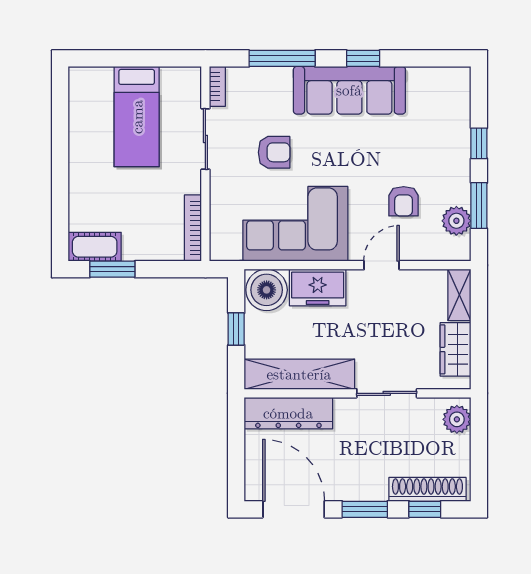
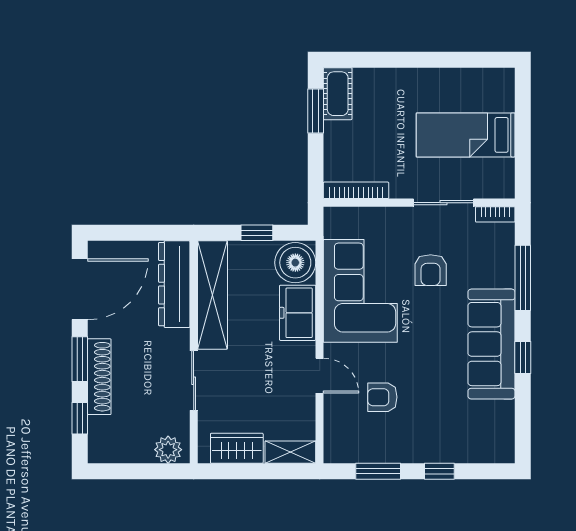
plant: (456, 221) -> (363, 449), removed
shoe rack: (427, 489) -> (99, 377), moved

